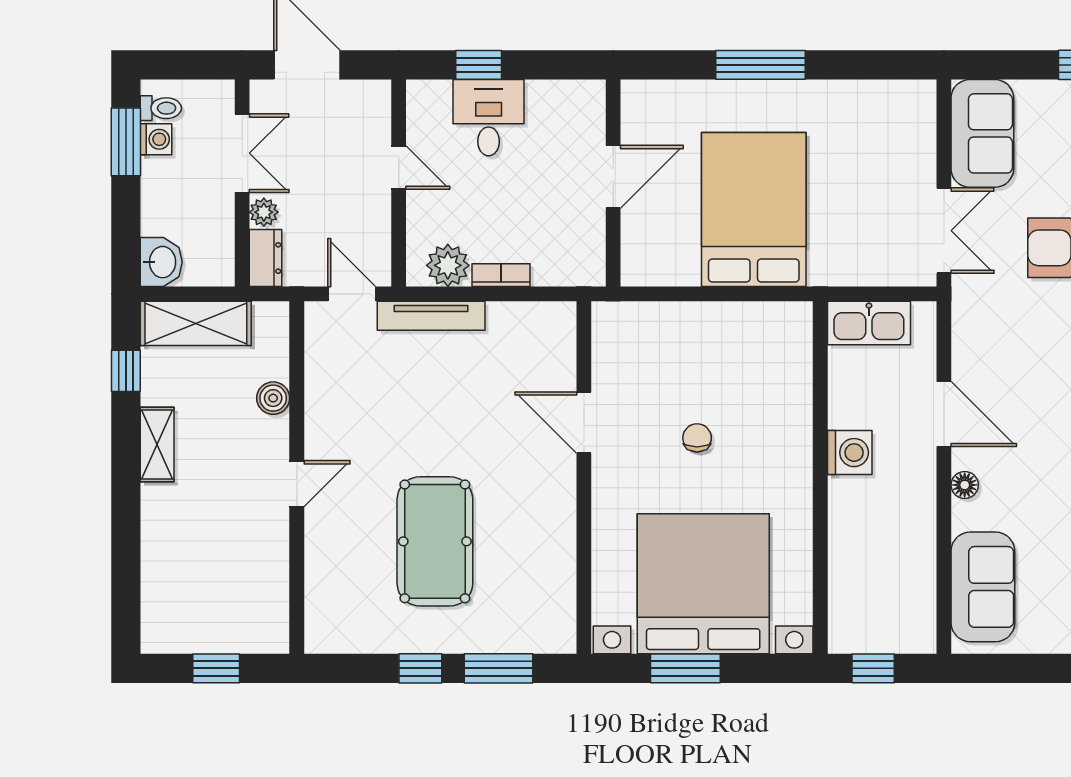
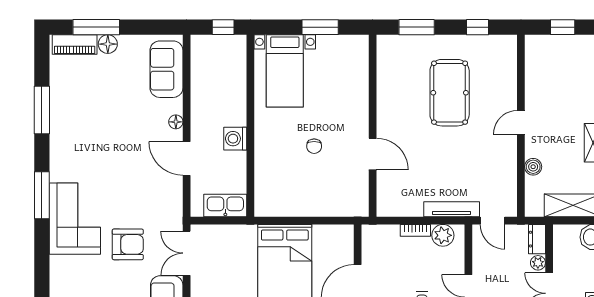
bed with nightstands: (703, 584) -> (285, 71), width x0.54
window: (420, 668) -> (478, 27), moved

